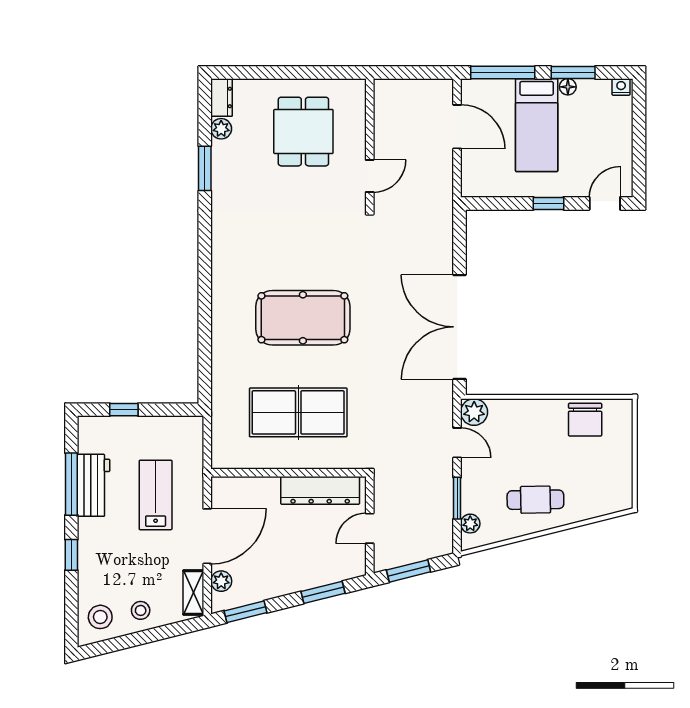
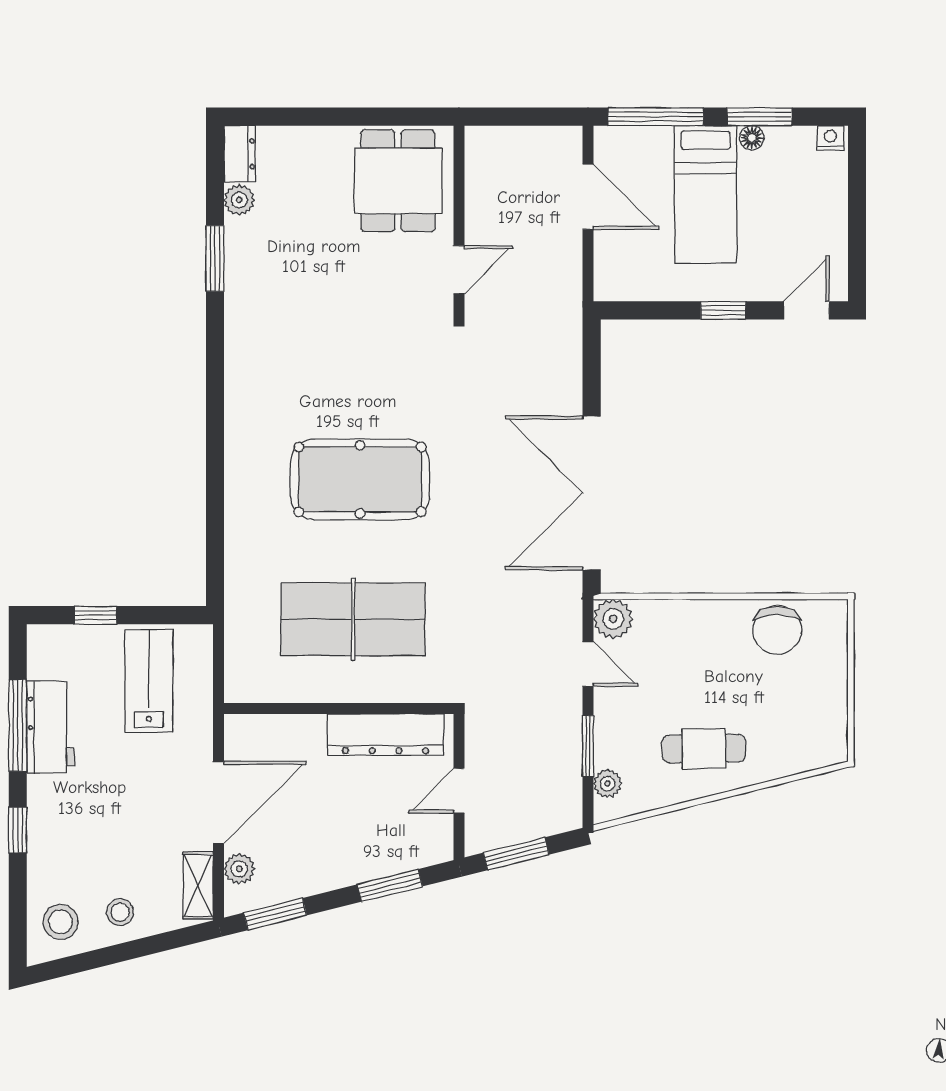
dining table: (303, 132) -> (398, 181), moved
lab bench: (156, 495) -> (149, 681), moved

